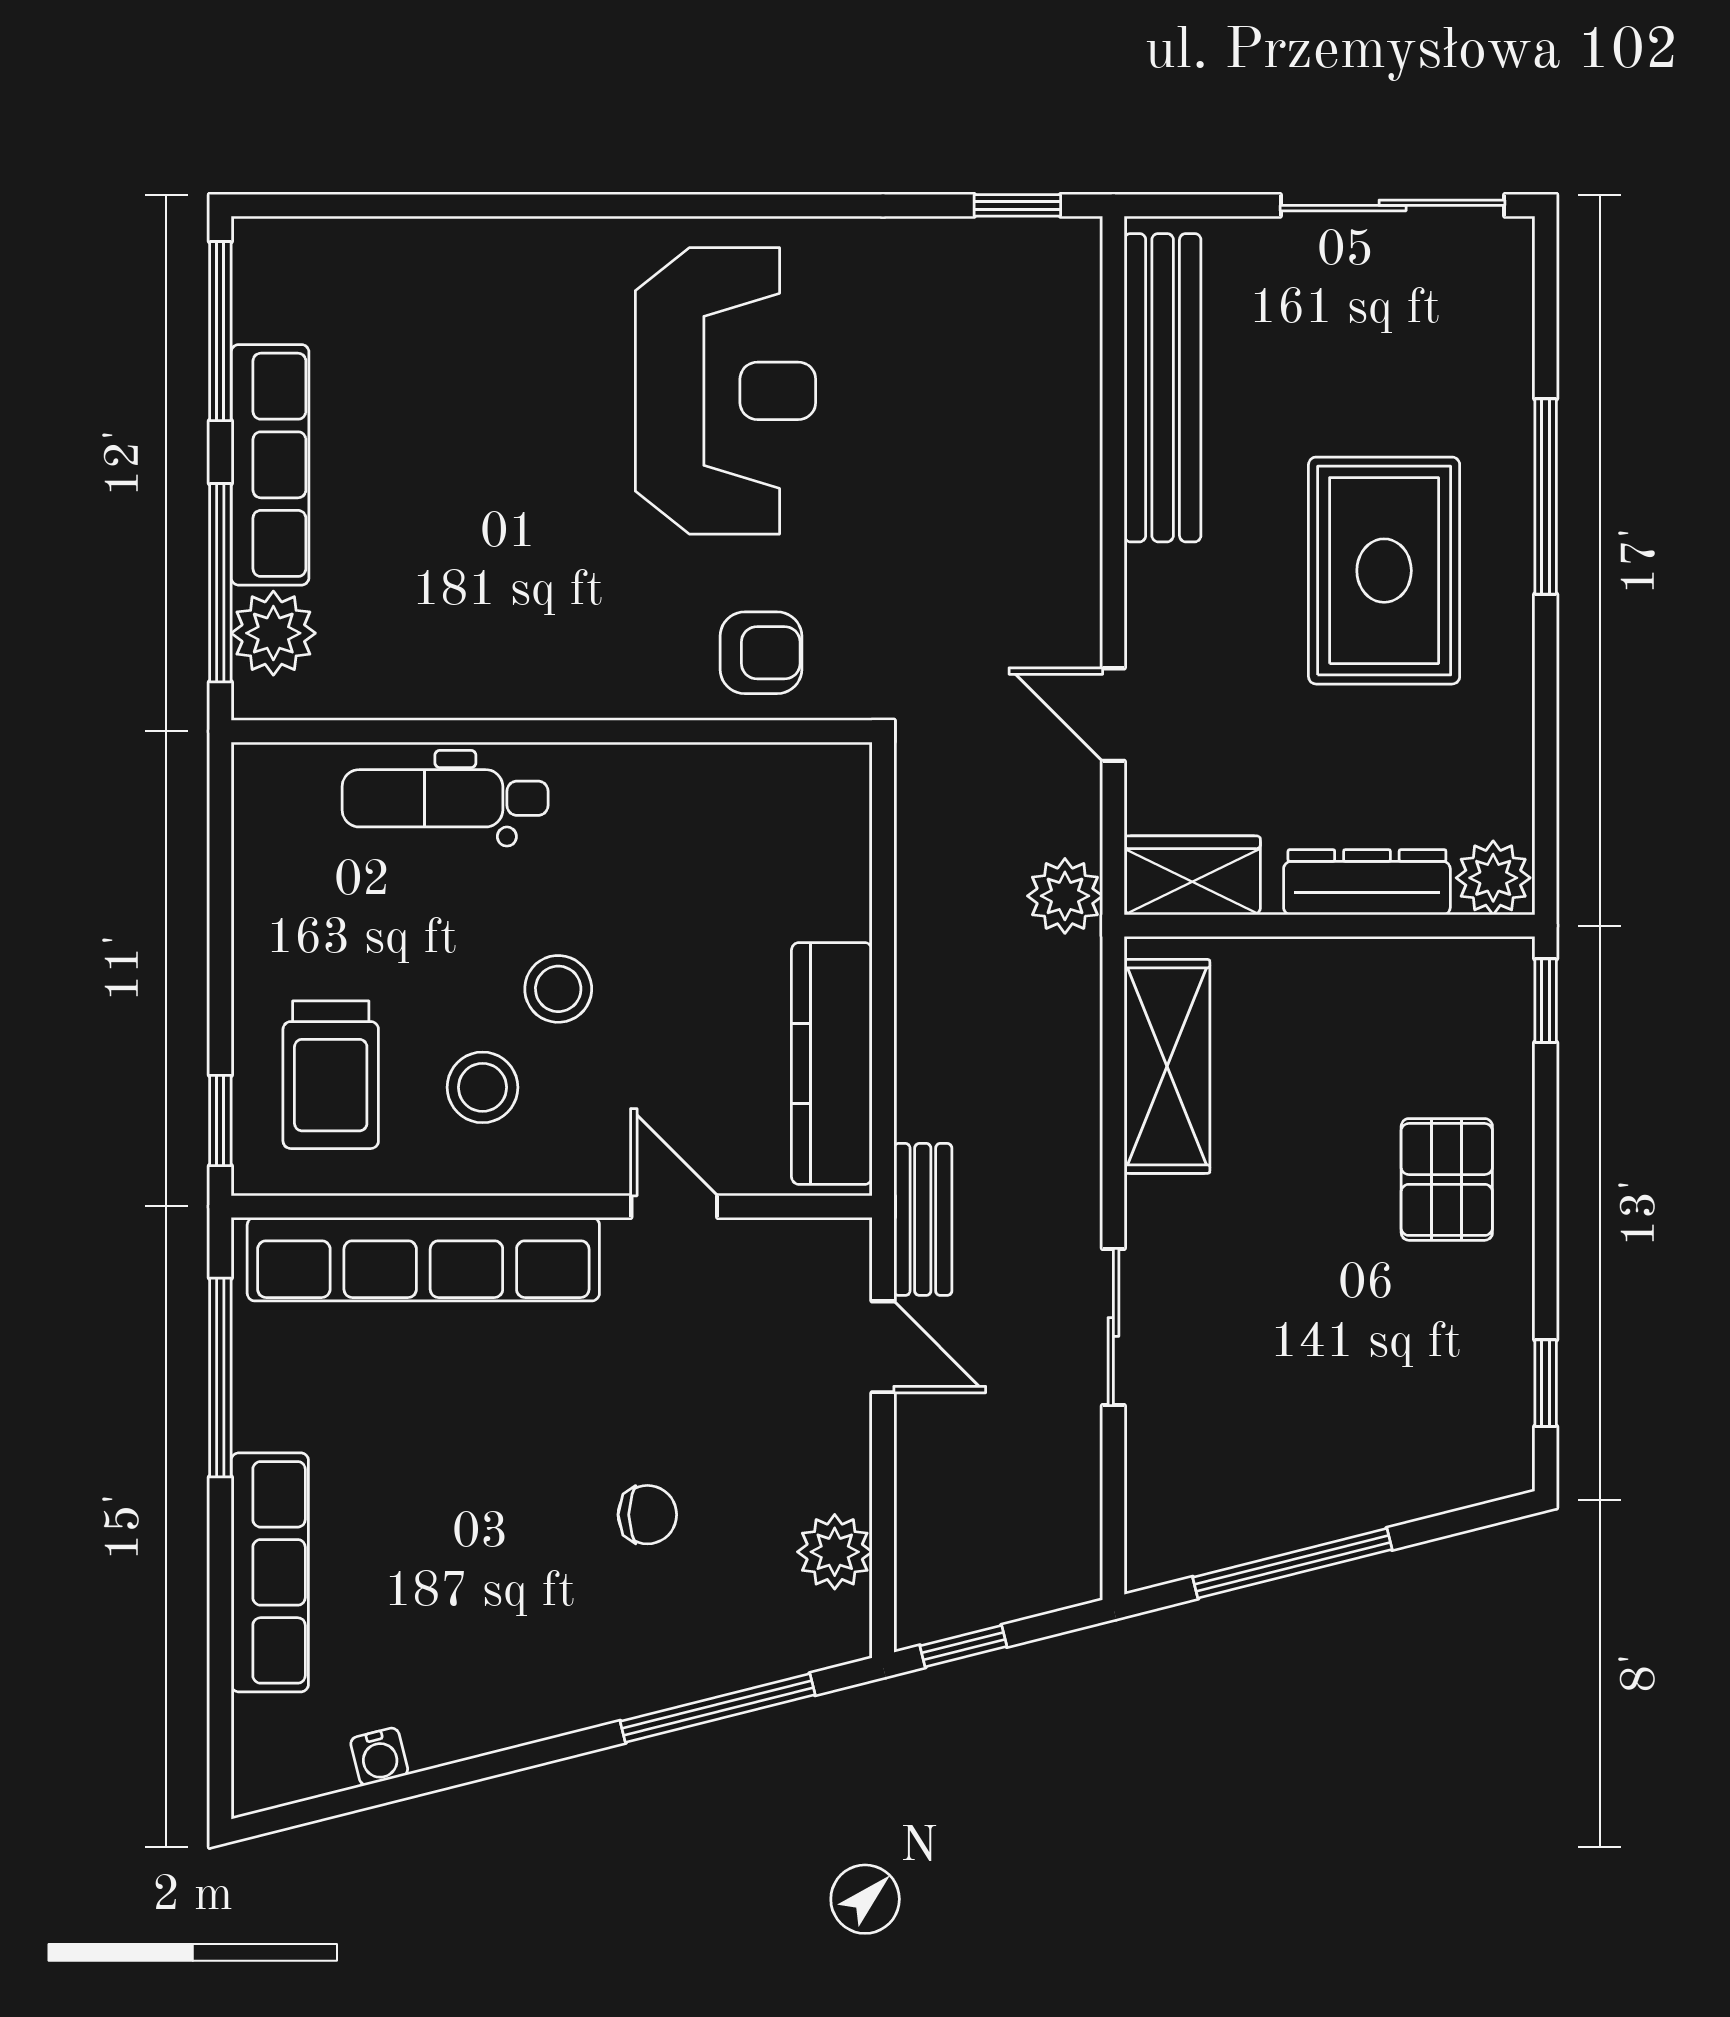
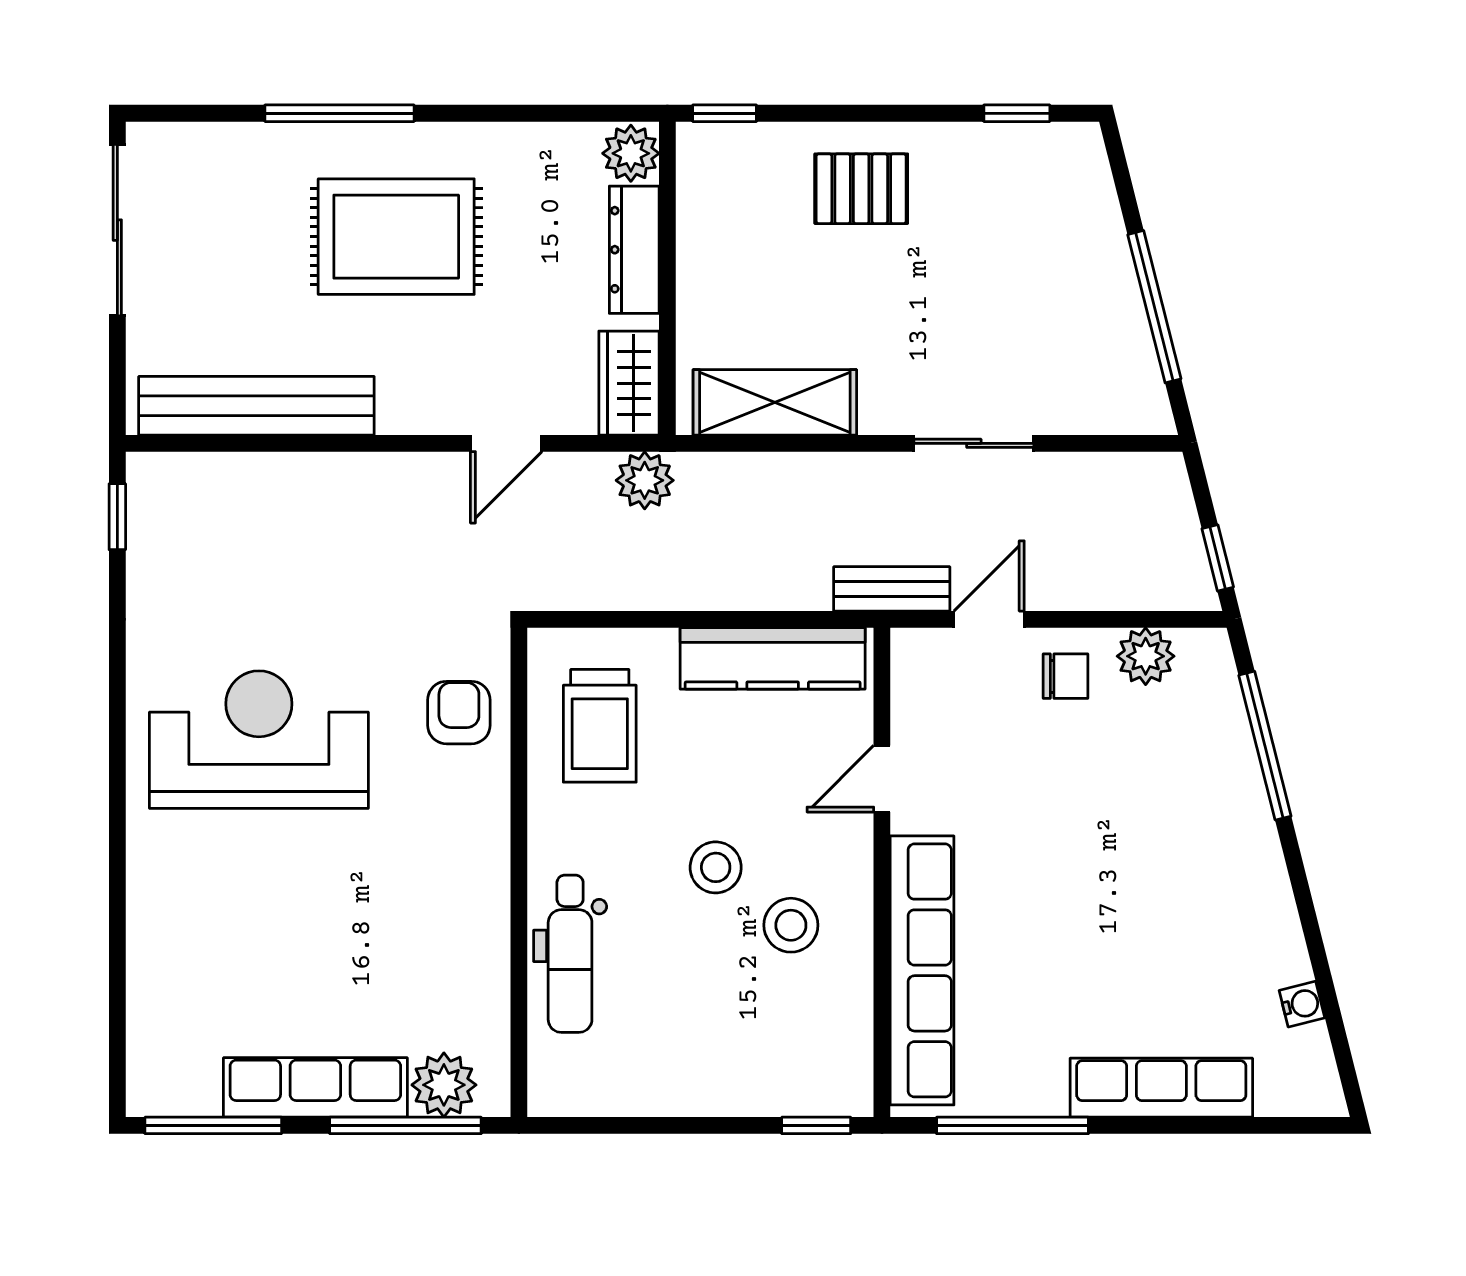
trolley: (331, 1075) -> (600, 726), moved, turned 90
chair: (647, 1515) -> (1065, 676), moved, turned 90

